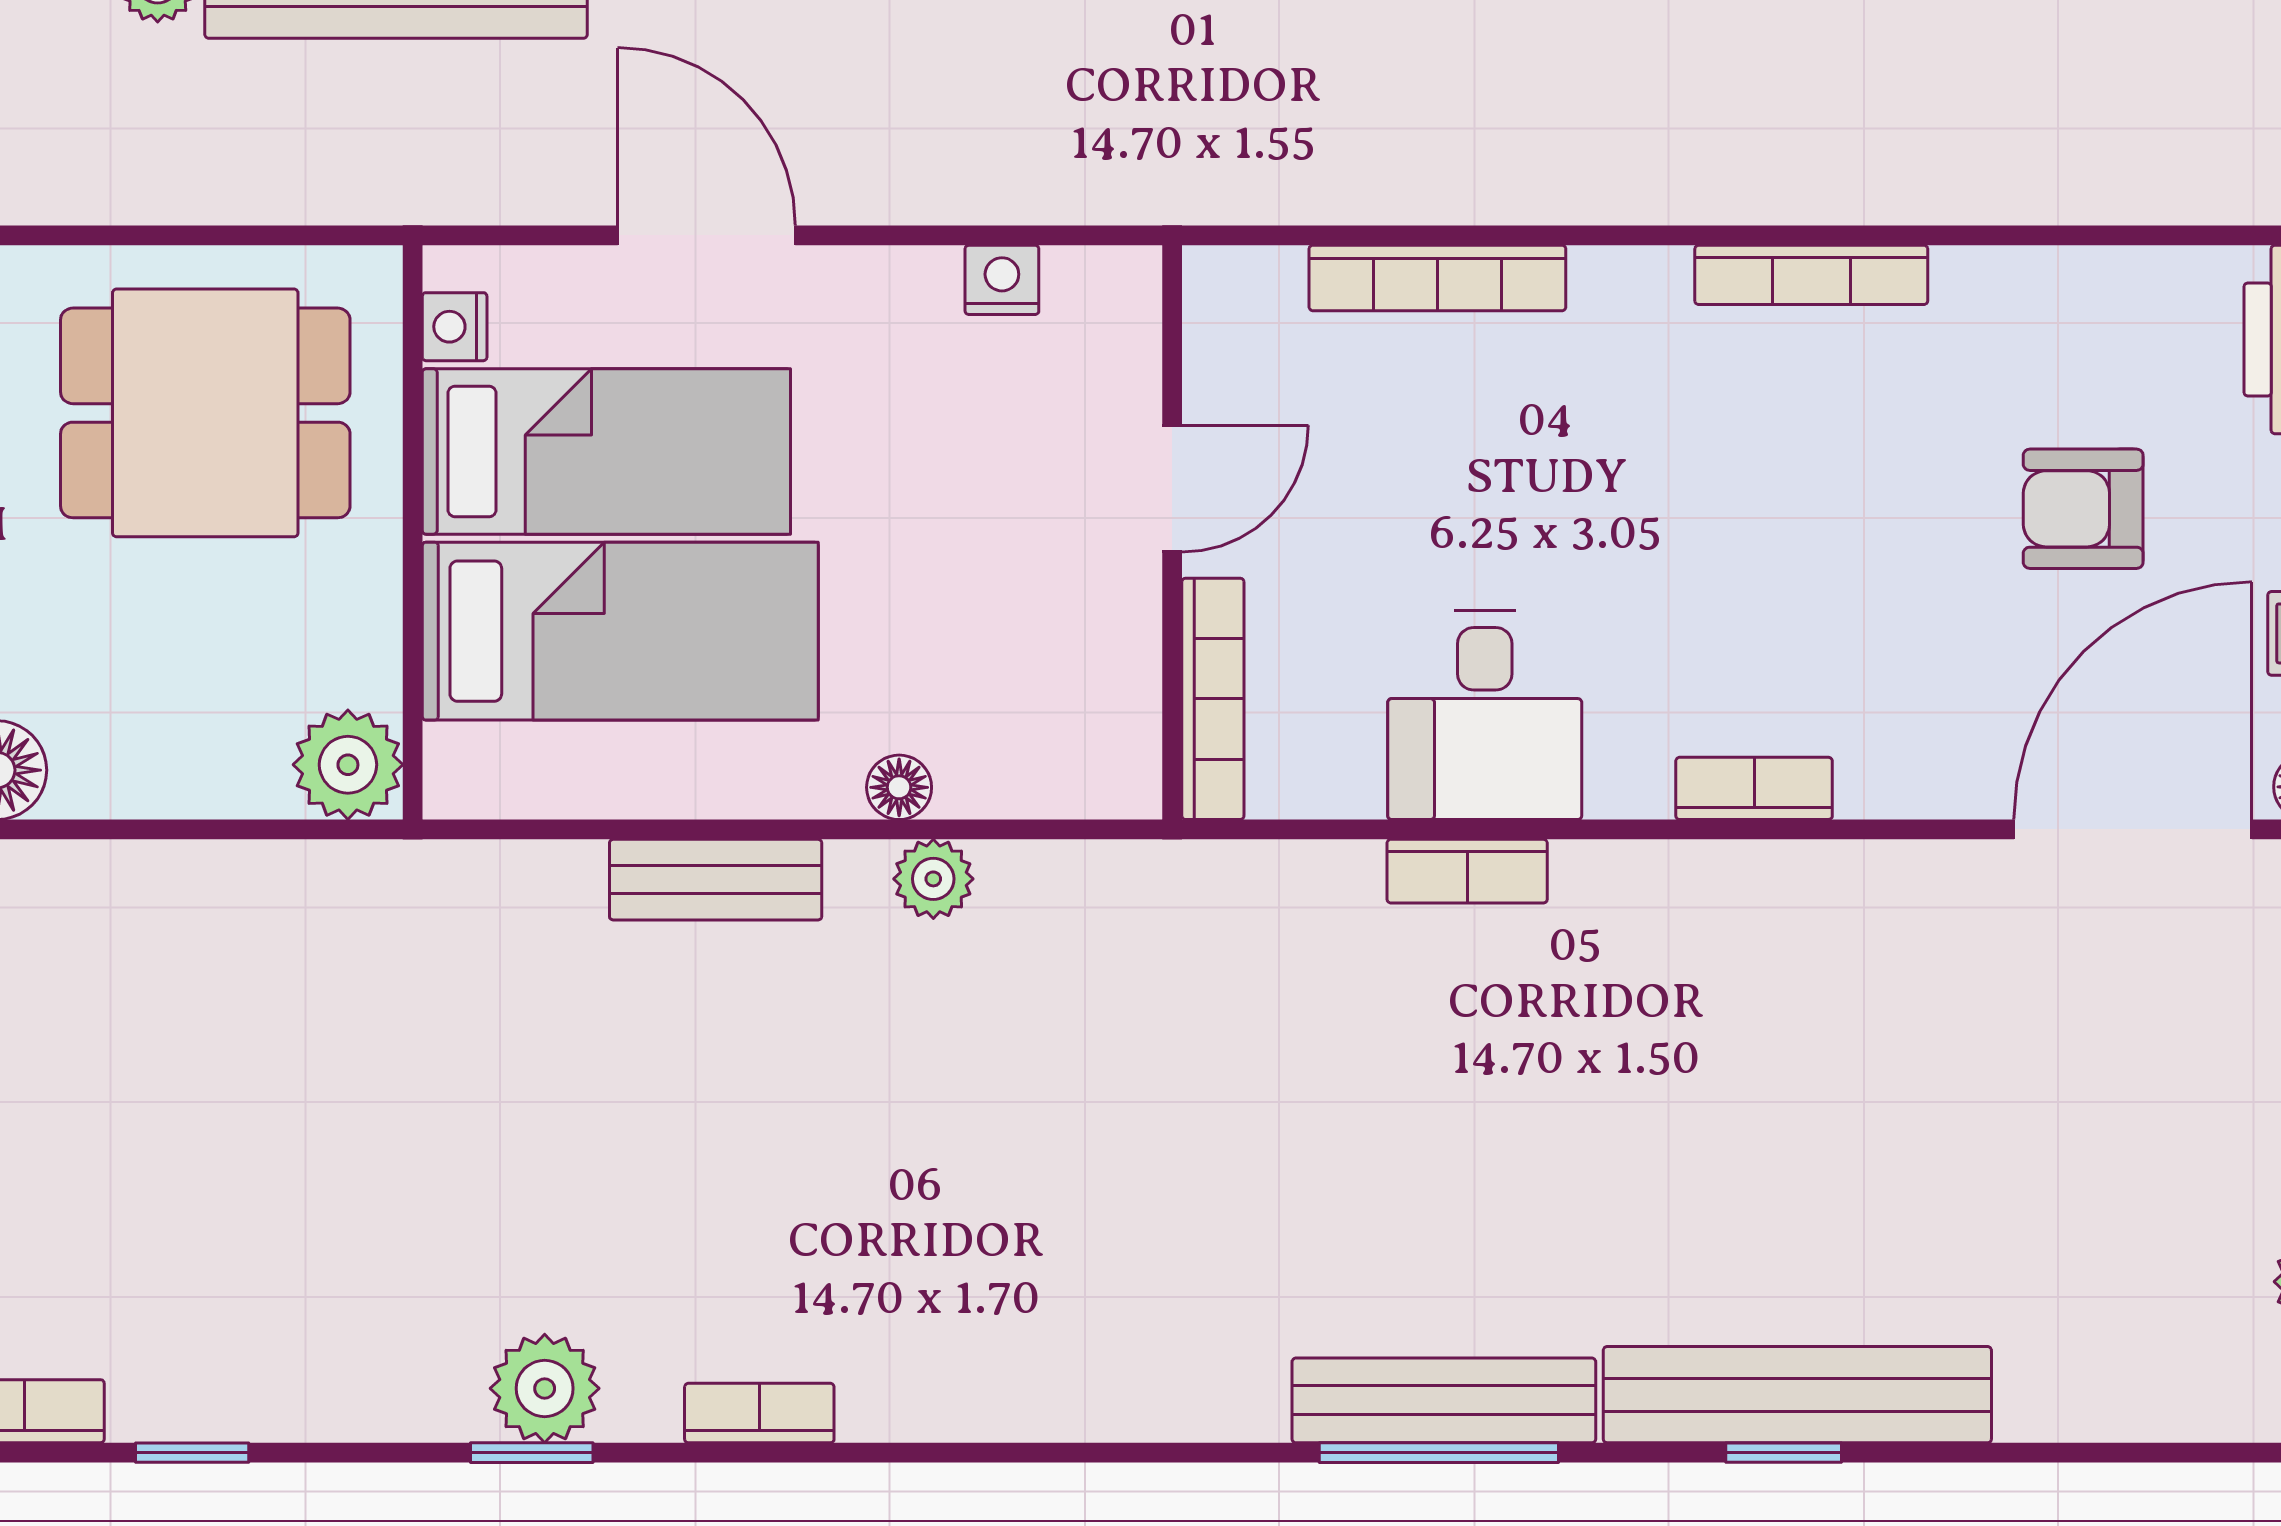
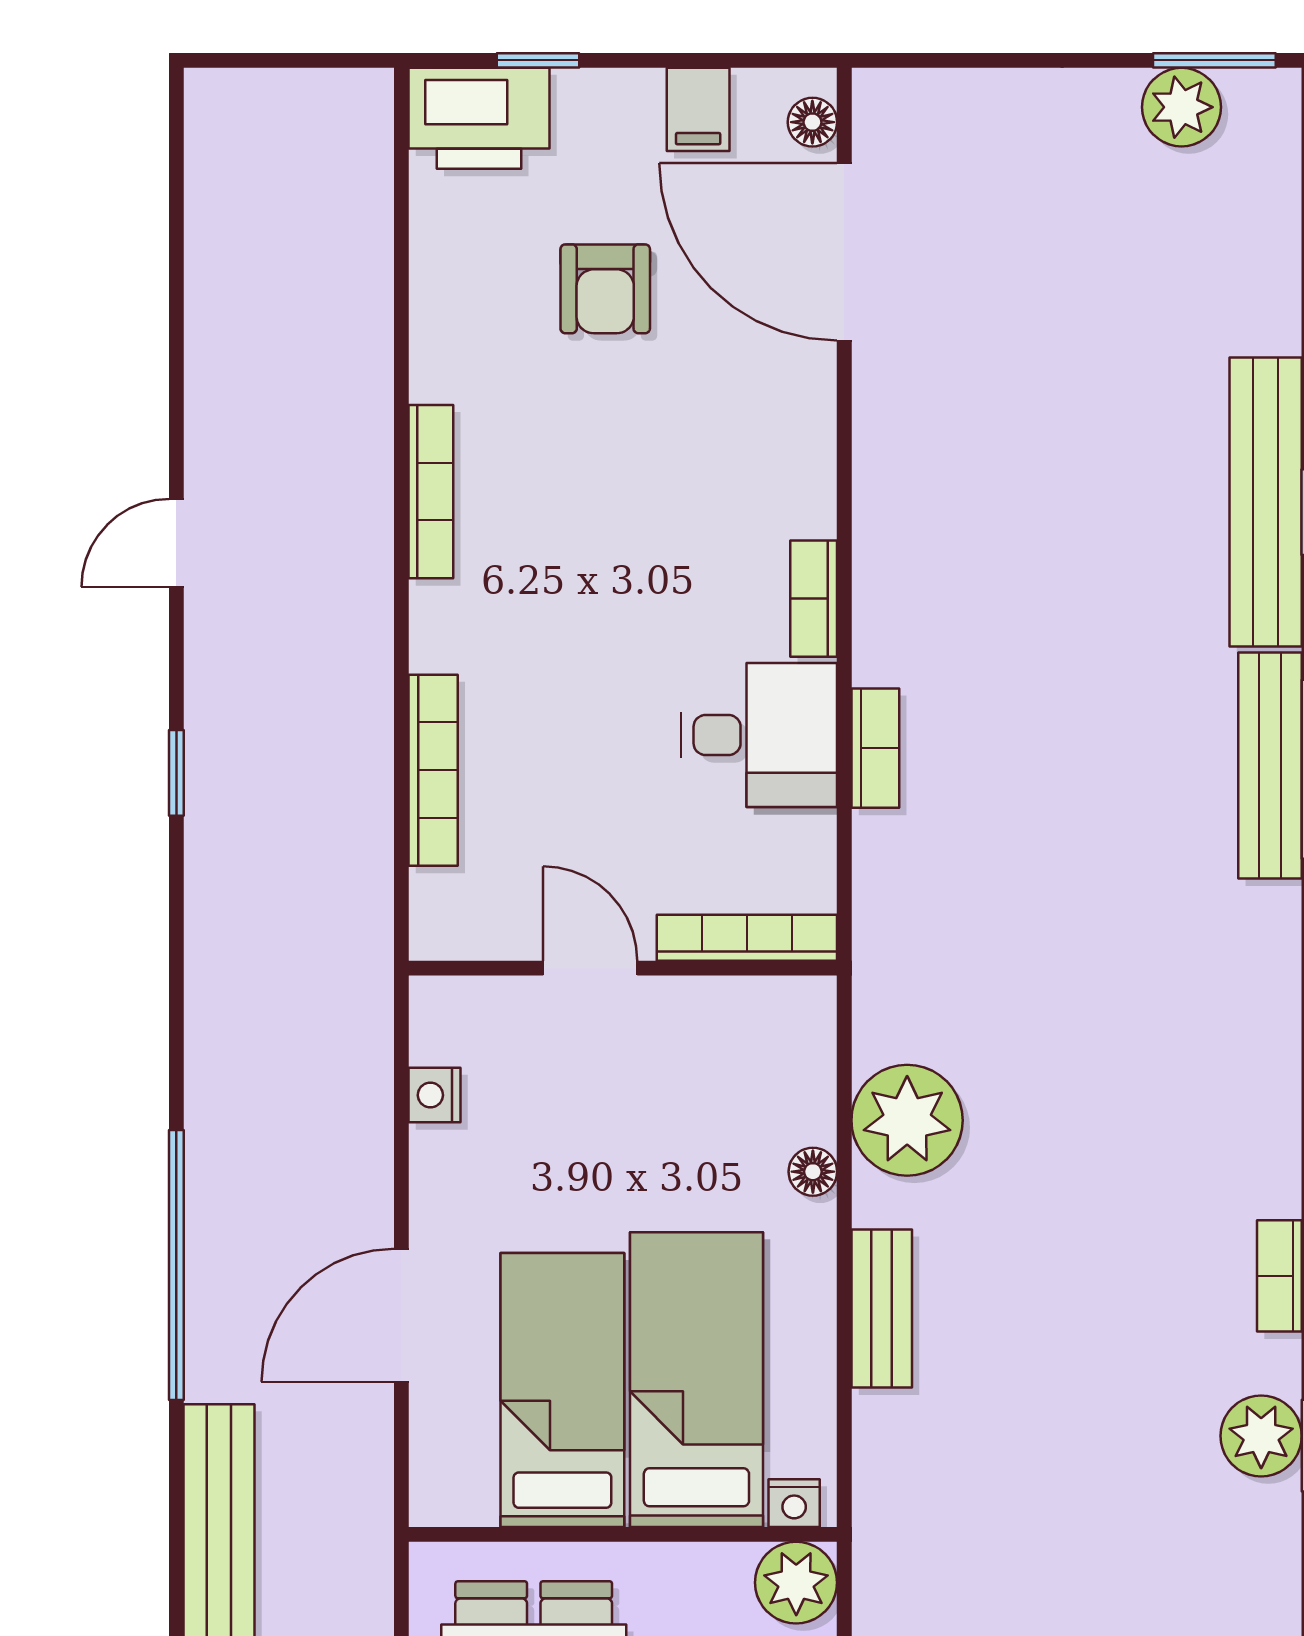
nightstand: (455, 327) -> (794, 1503), moved
bookcase: (1754, 788) -> (814, 599), moved
plant: (933, 879) -> (907, 1120), width x1.88, depth x1.88

